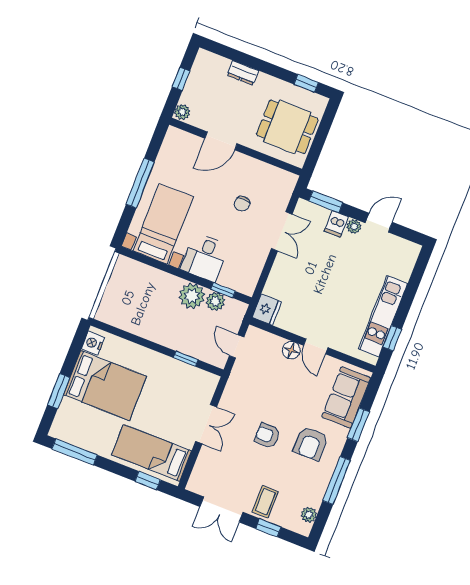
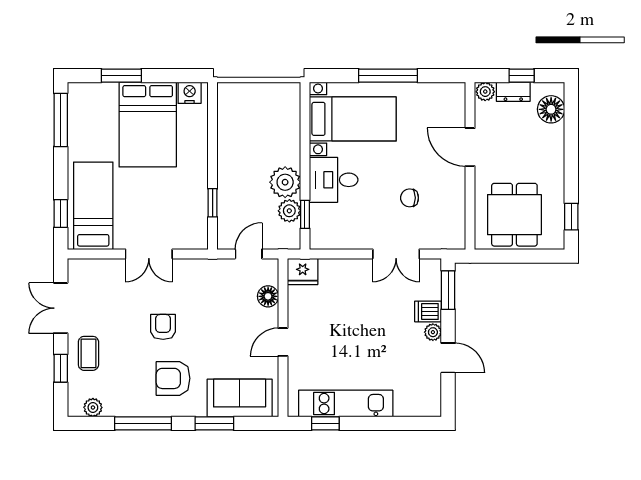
floor lamp: (216, 66) -> (551, 109), added
dresser: (243, 73) -> (513, 92), moved, turned -90
floor lamp: (291, 350) -> (268, 296), moved
coffee table: (265, 502) -> (88, 353), turned 90

